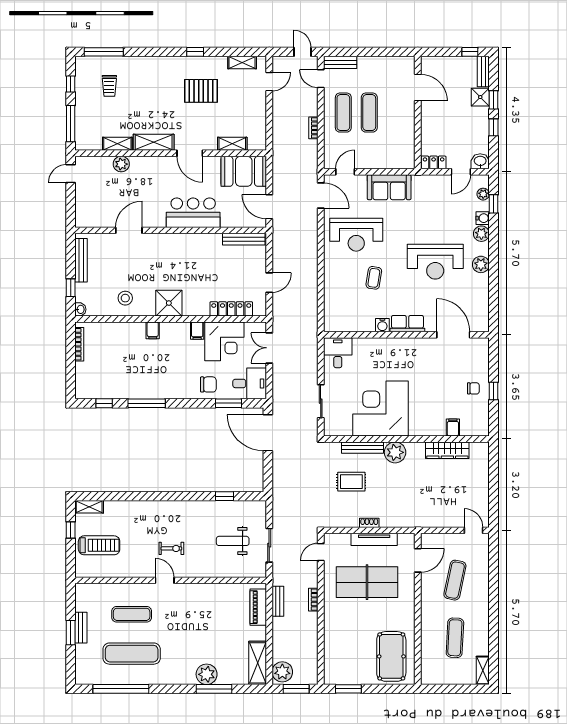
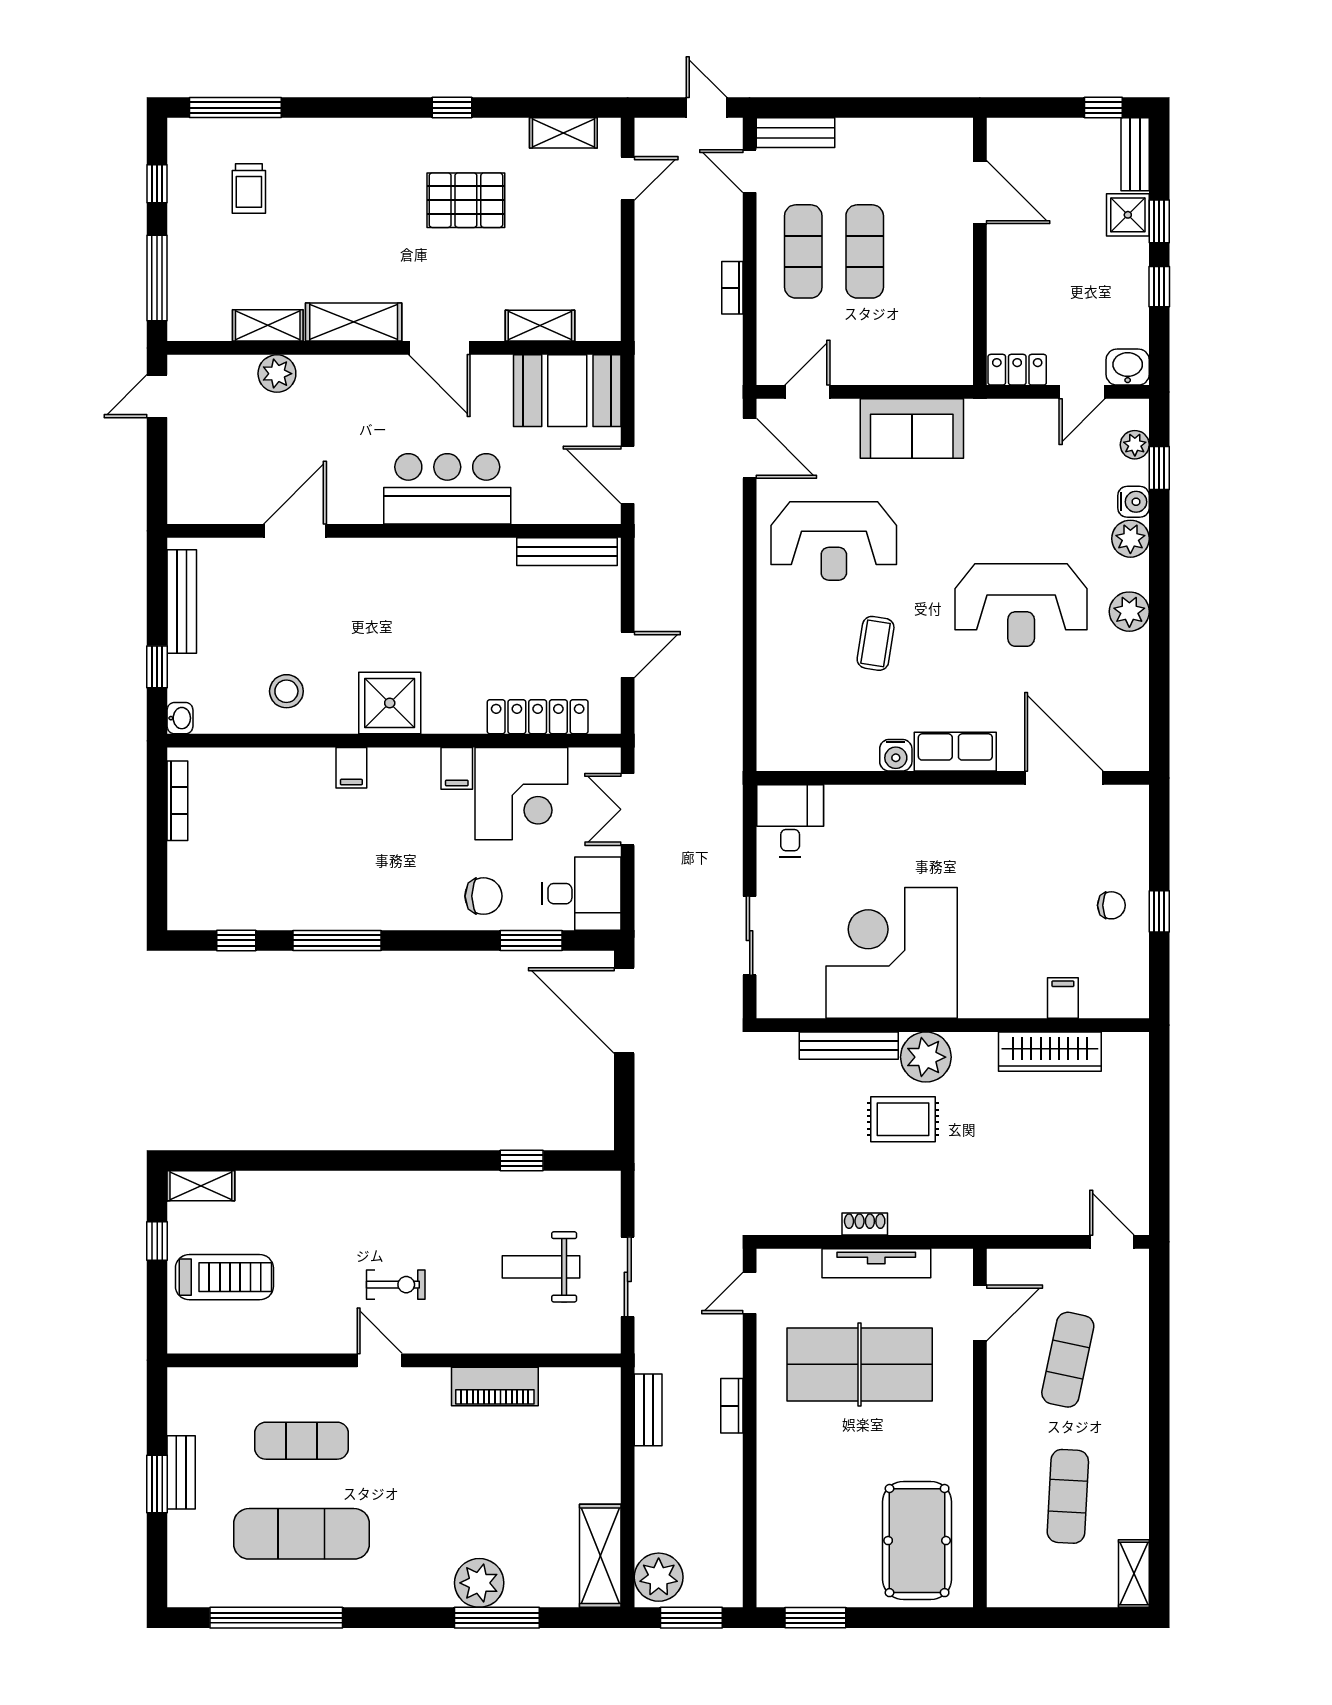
rug: (351, 482) -> (903, 1119), moved
piano: (258, 607) -> (495, 1386), moved, turned -90

